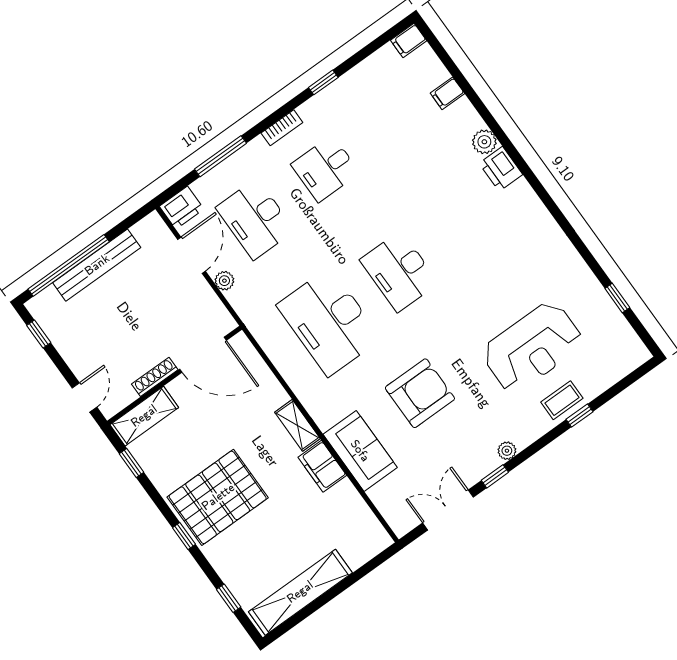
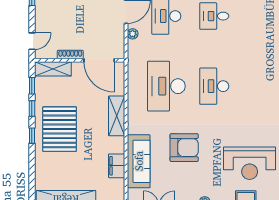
shelving: (297, 425) -> (117, 116), width x1.50, depth x1.33
sofa: (360, 451) -> (139, 161), width x1.36
filing cabinet: (322, 466) -> (117, 166), moved
pallet: (218, 497) -> (60, 129), turned 90
window: (229, 598) -> (32, 108), moved

